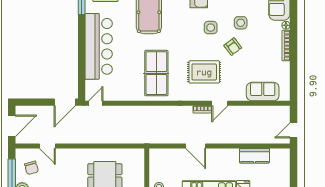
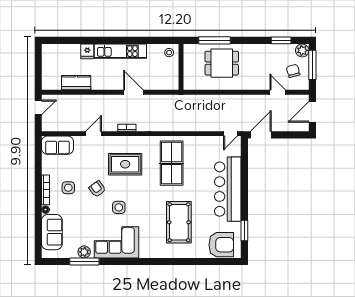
side table: (241, 23) -> (68, 188), moved
sofa: (263, 92) -> (58, 145), moved
door: (220, 103) -> (94, 134), moved

